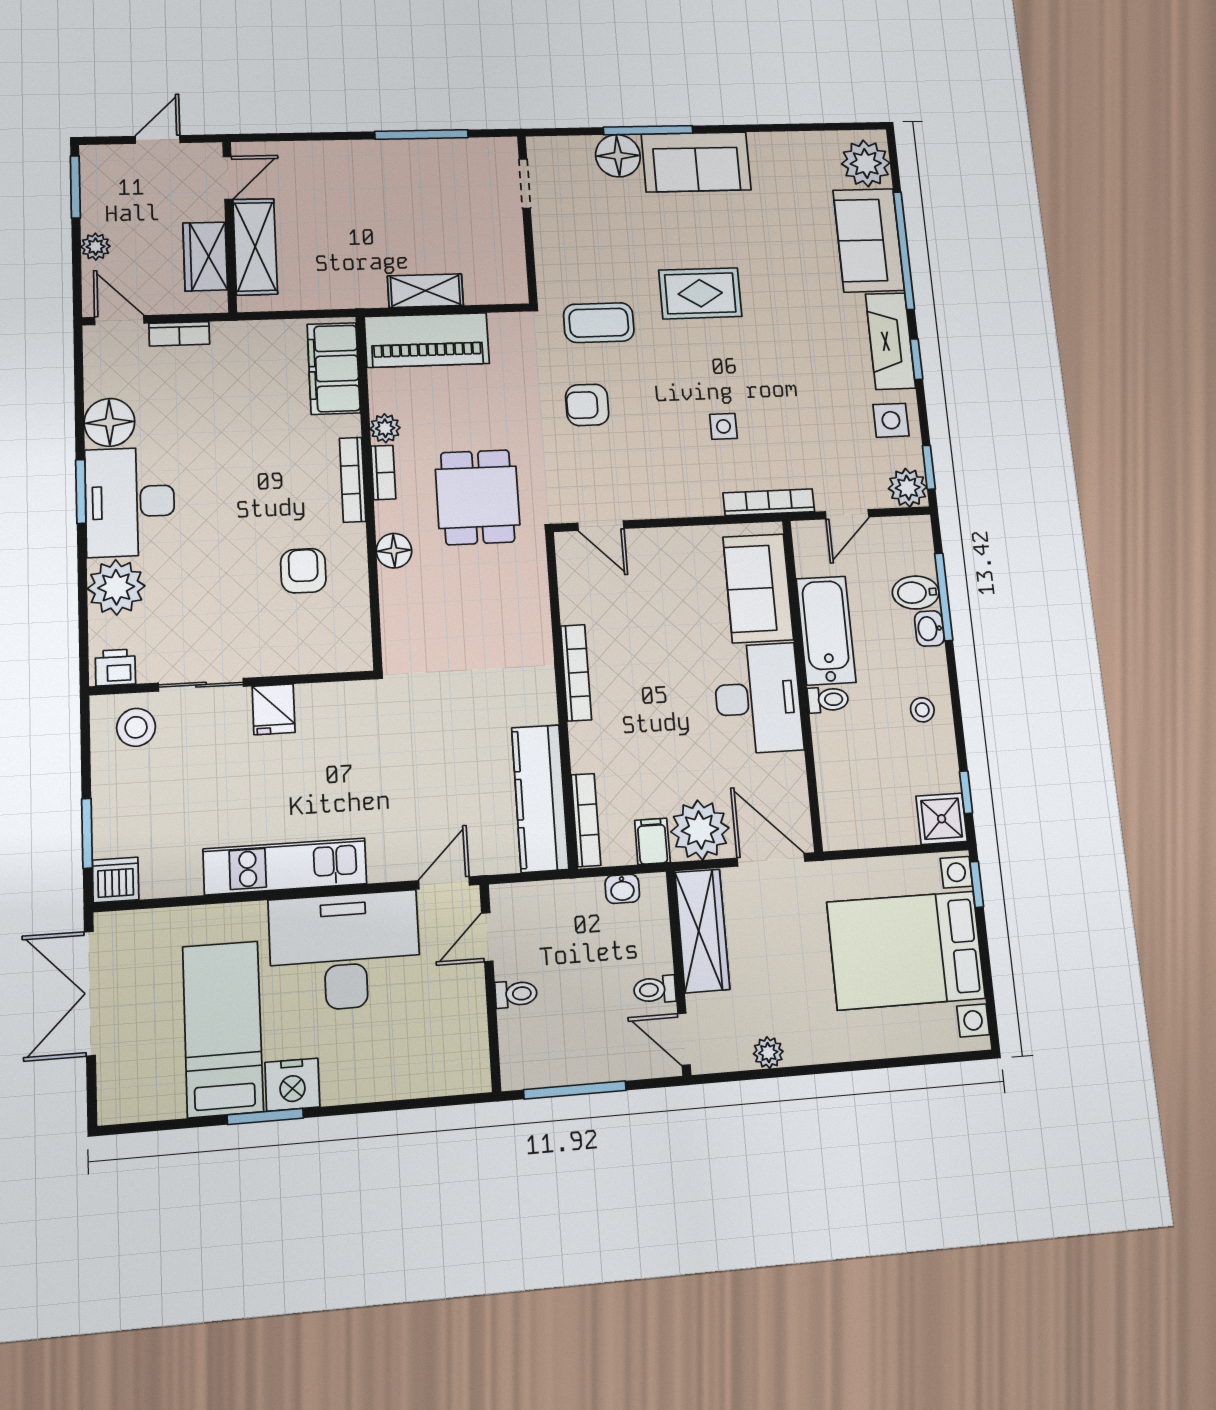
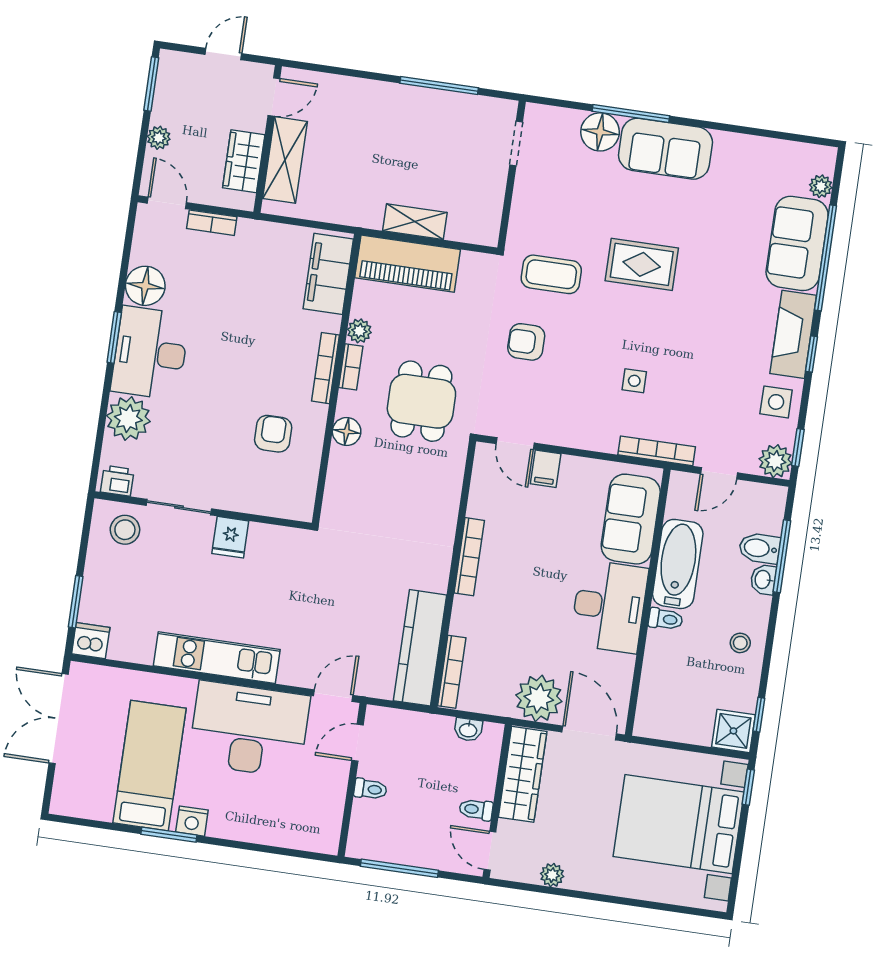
plant: (866, 163) -> (821, 186), width x0.53, depth x0.53
filing cabinet: (652, 841) -> (546, 469), moved, turned 180
nightstand: (292, 1085) -> (192, 821), width x0.74, depth x0.75

